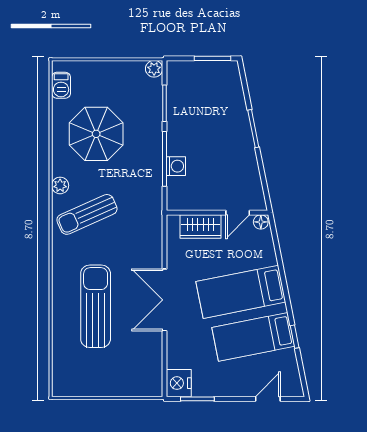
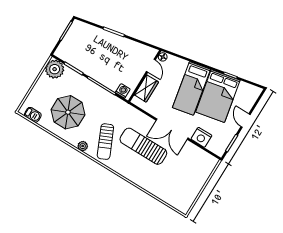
plant: (154, 69) -> (55, 69), width x1.88, depth x1.88
washing machine: (176, 166) -> (123, 91), moved
sun lounger: (96, 306) -> (143, 146), moved
bed: (253, 337) -> (218, 96), width x1.50
nightstand: (179, 383) -> (201, 137), moved
door: (268, 399) -> (245, 121), moved

